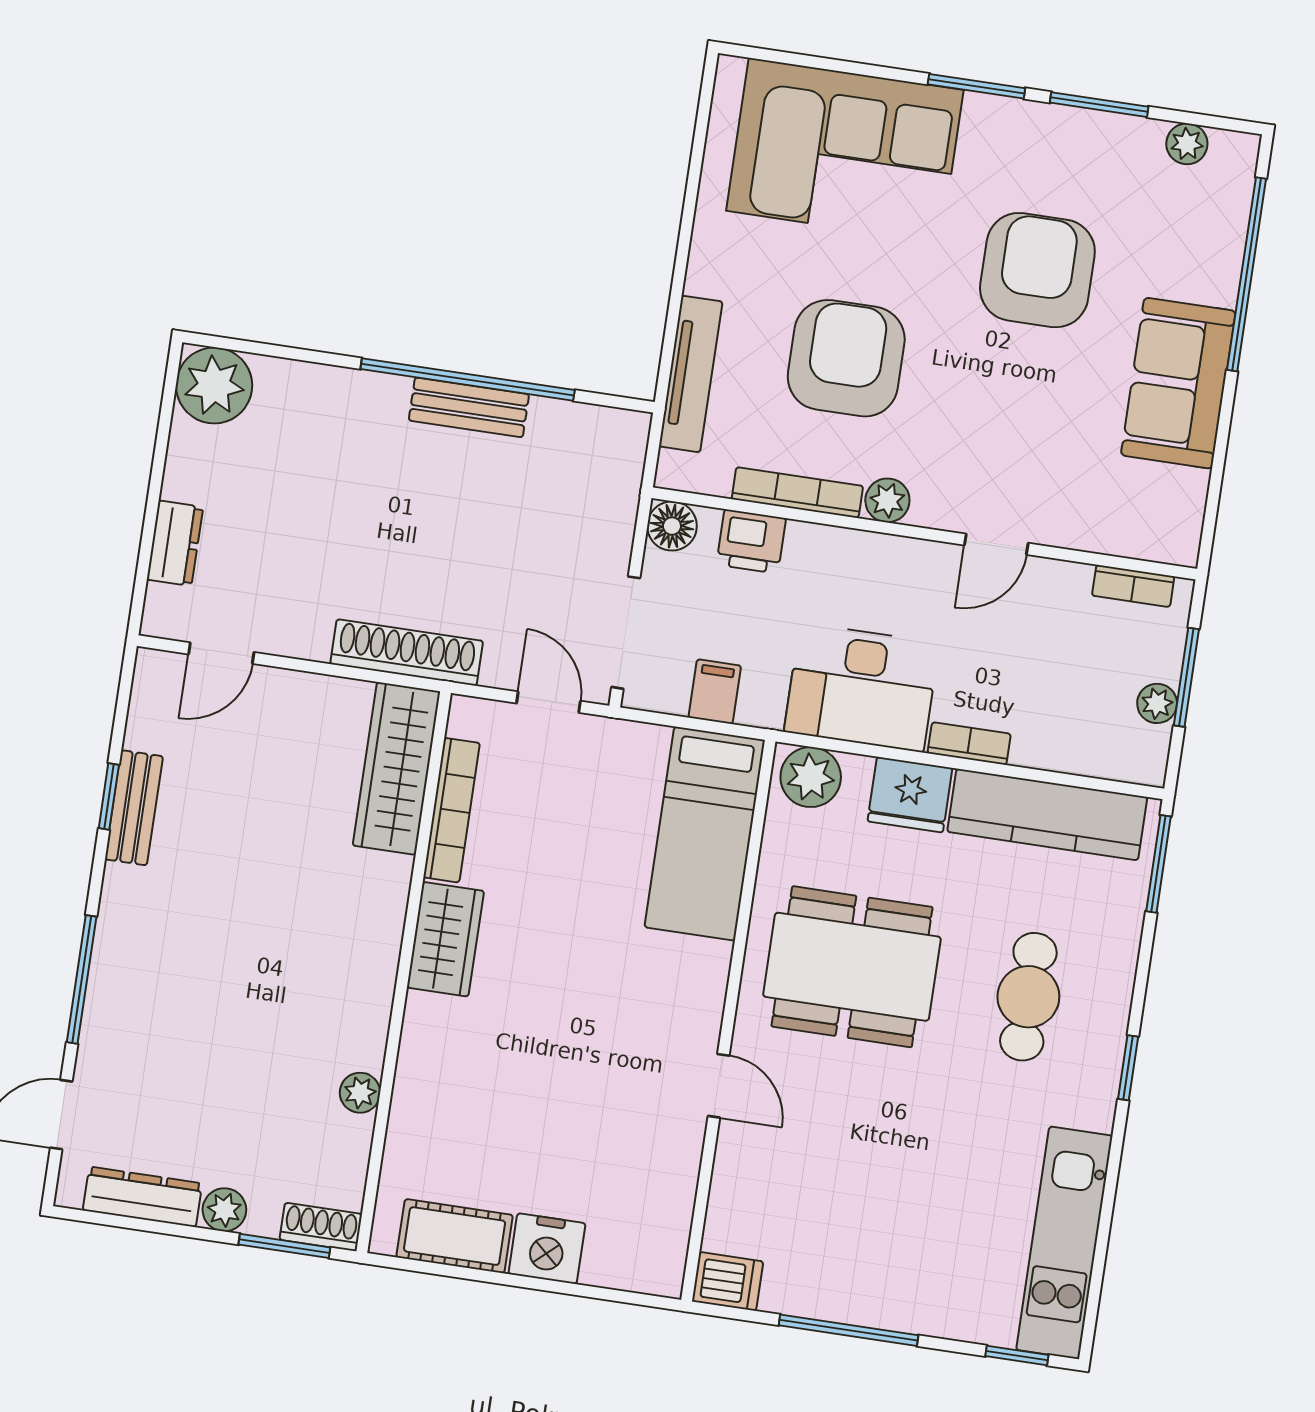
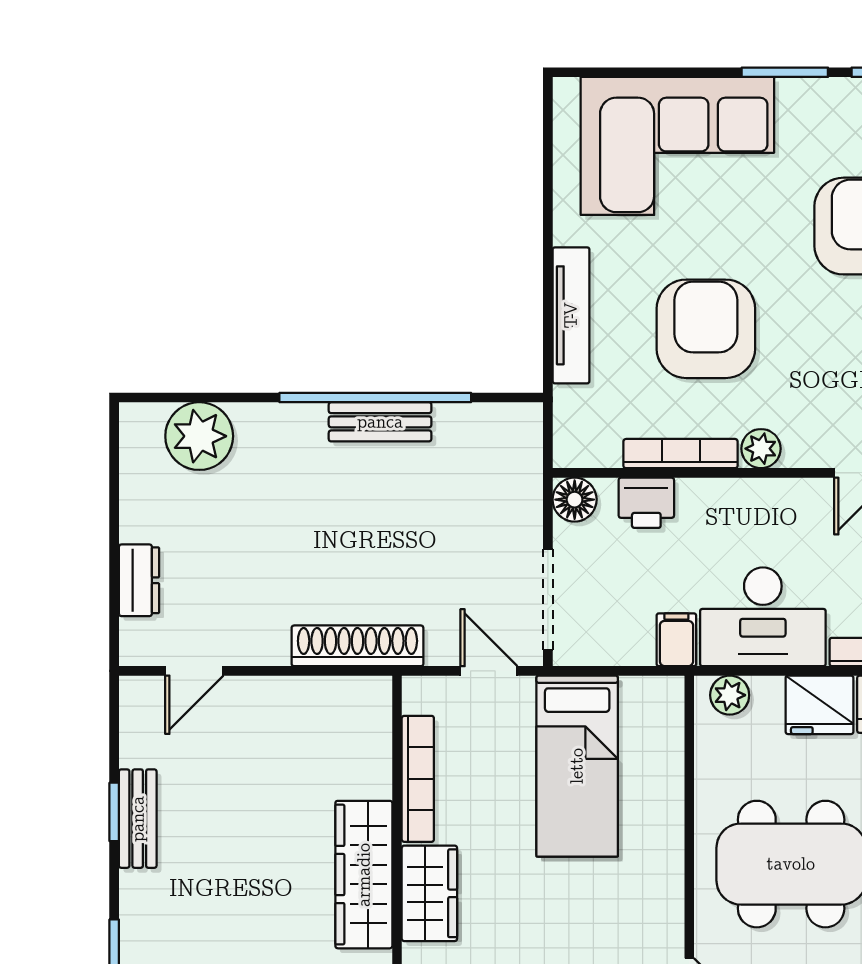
tv unit: (691, 374) -> (571, 315), moved
plant: (214, 386) -> (199, 436), moved
filing cabinet: (715, 692) -> (676, 640), moved
wardrobe: (396, 768) -> (364, 875), moved
plant: (811, 777) -> (730, 695), width x0.73, depth x0.73
bed: (705, 834) -> (577, 766), moved

